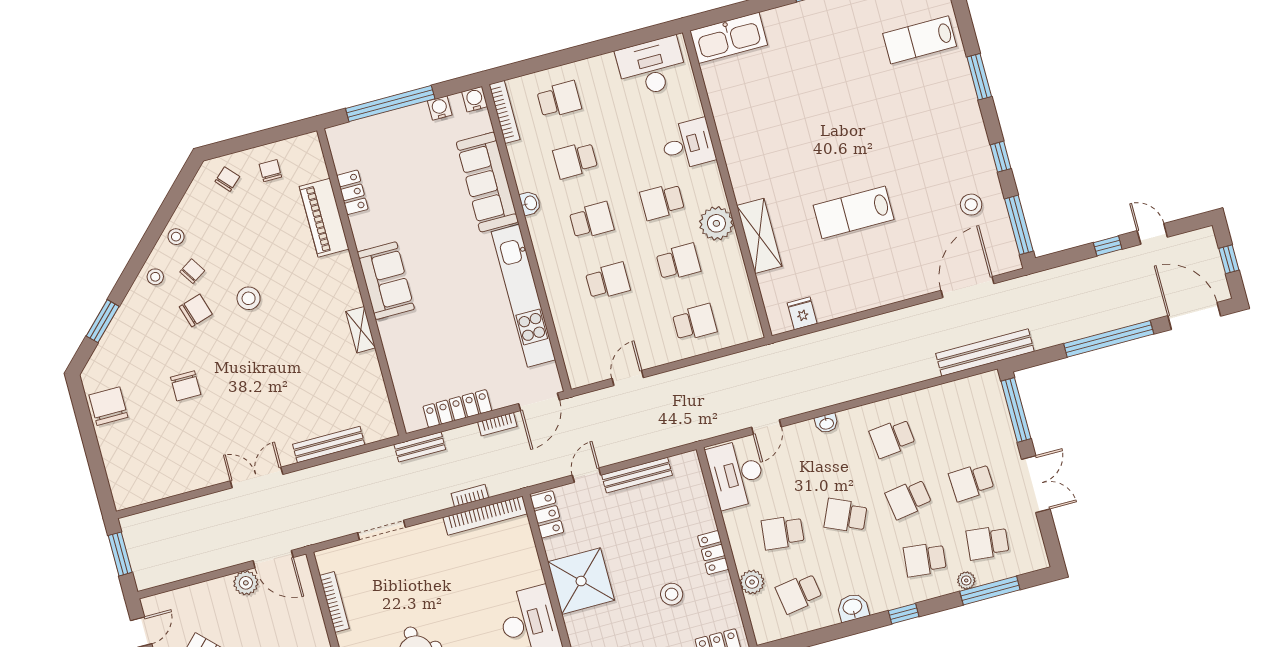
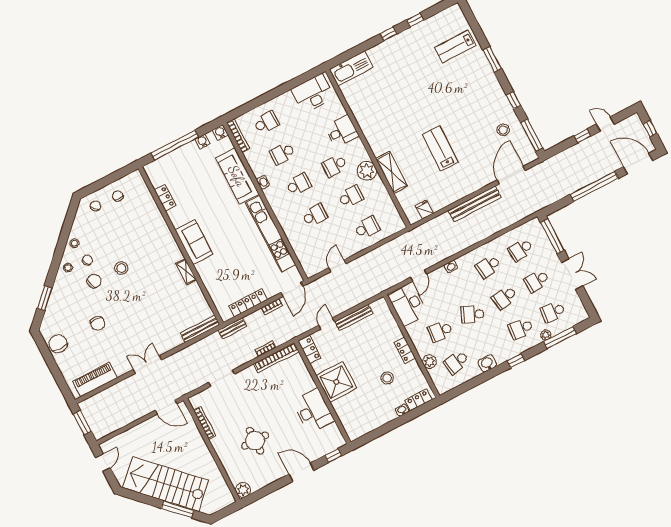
lab bench: (854, 212) -> (440, 148), turned 90
piano: (324, 218) -> (95, 380), moved, turned 90
bench: (985, 352) -> (475, 204), moved
school desk: (955, 421) -> (521, 250), added
bench: (329, 445) -> (200, 329), moved
plant: (246, 583) -> (154, 423), removed

